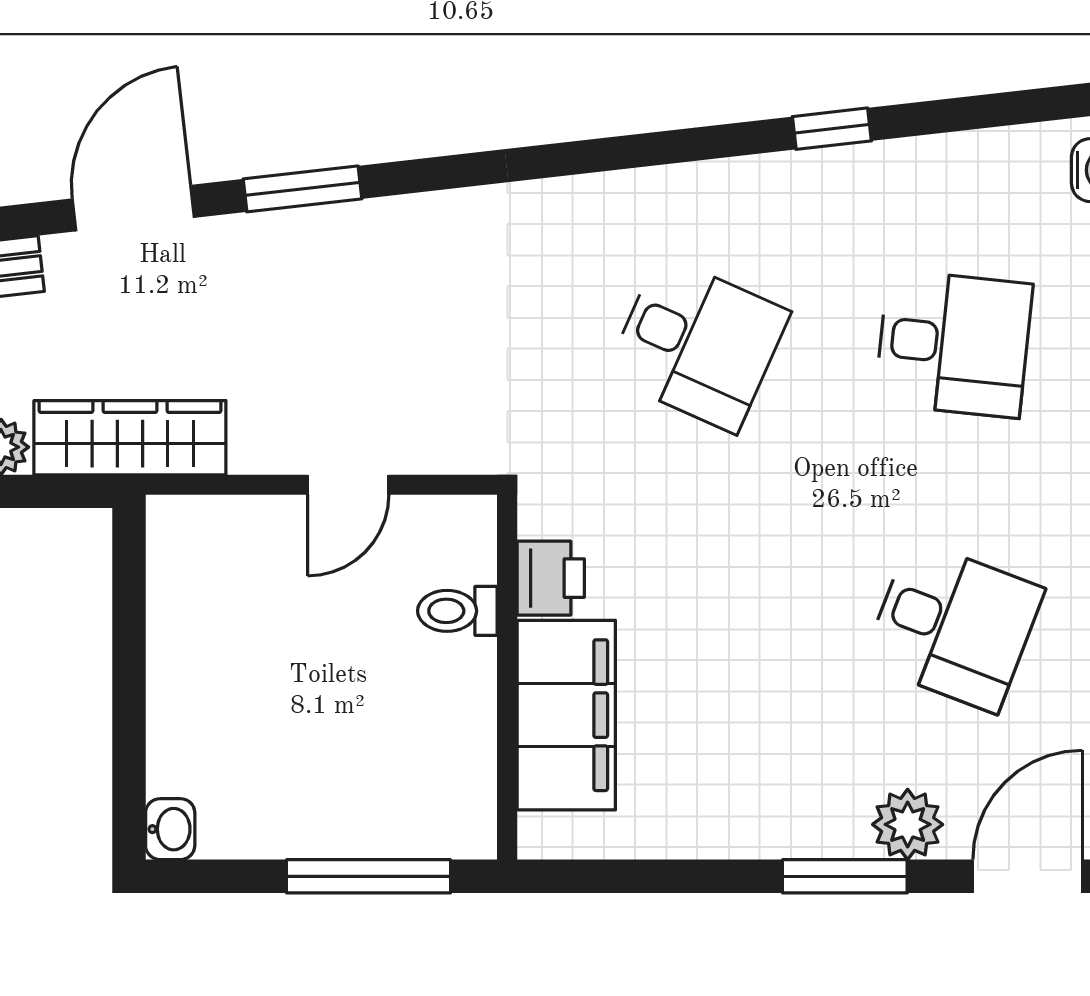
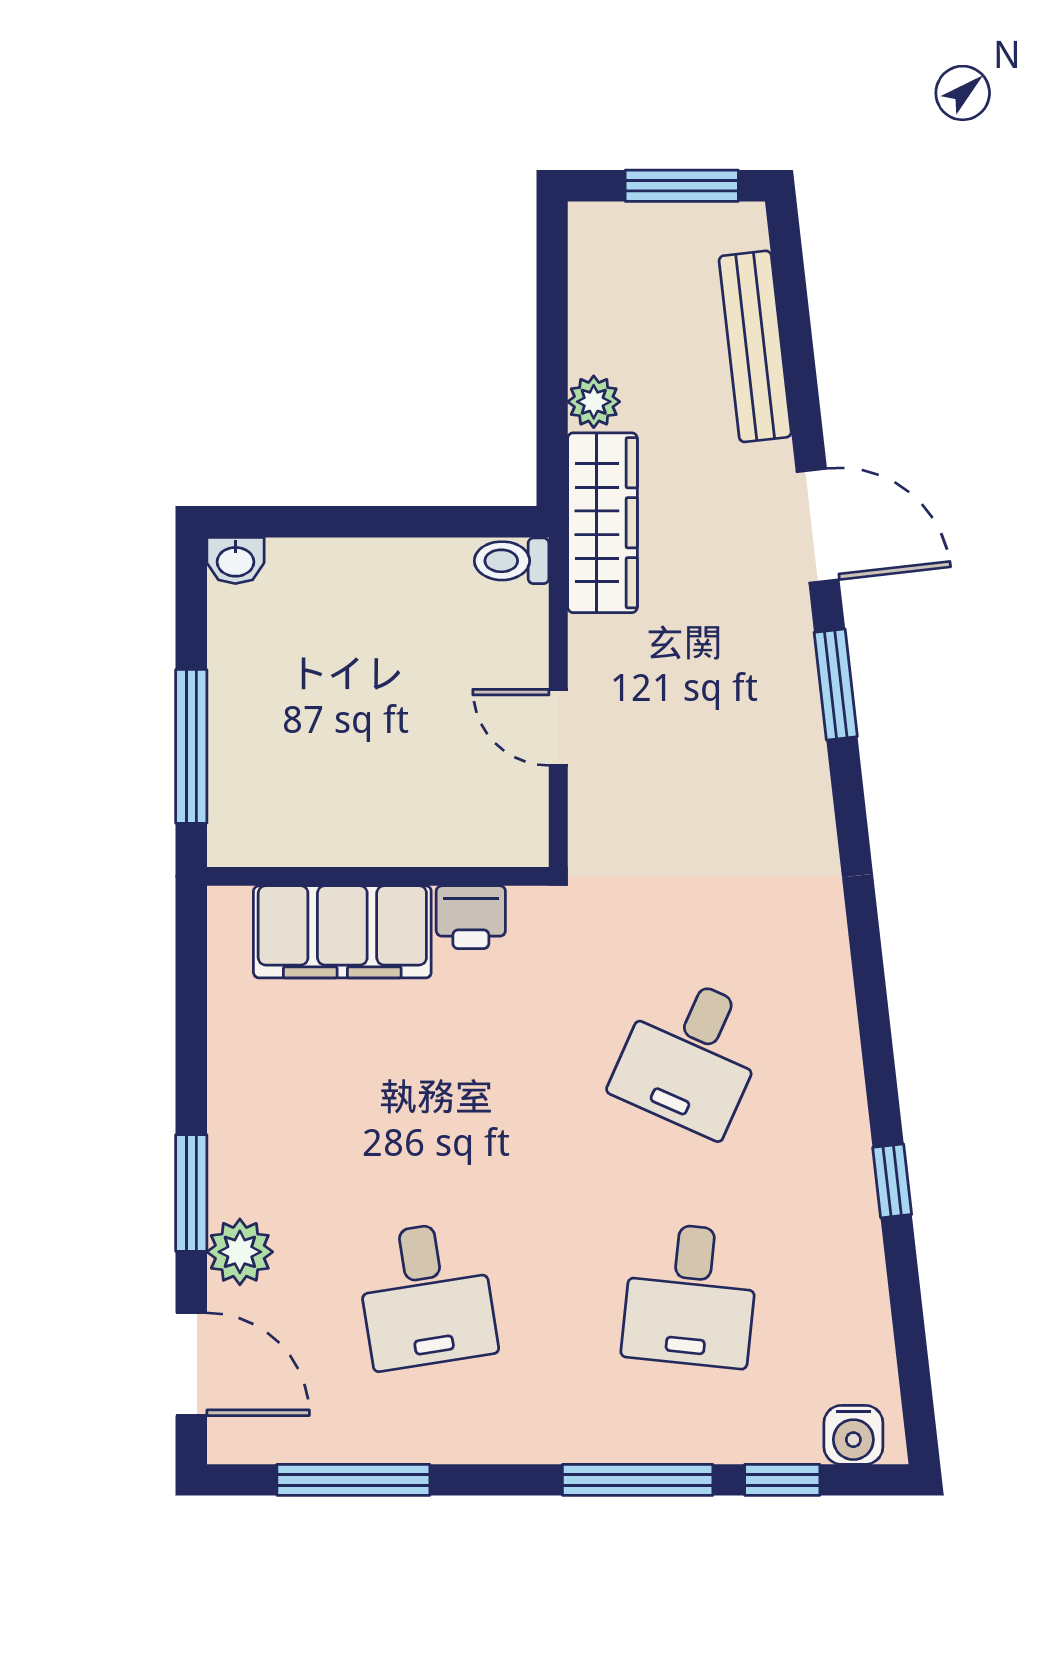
toilet: (457, 611) -> (512, 561), moved, turned -90
desk: (954, 626) -> (426, 1295), turned -30

